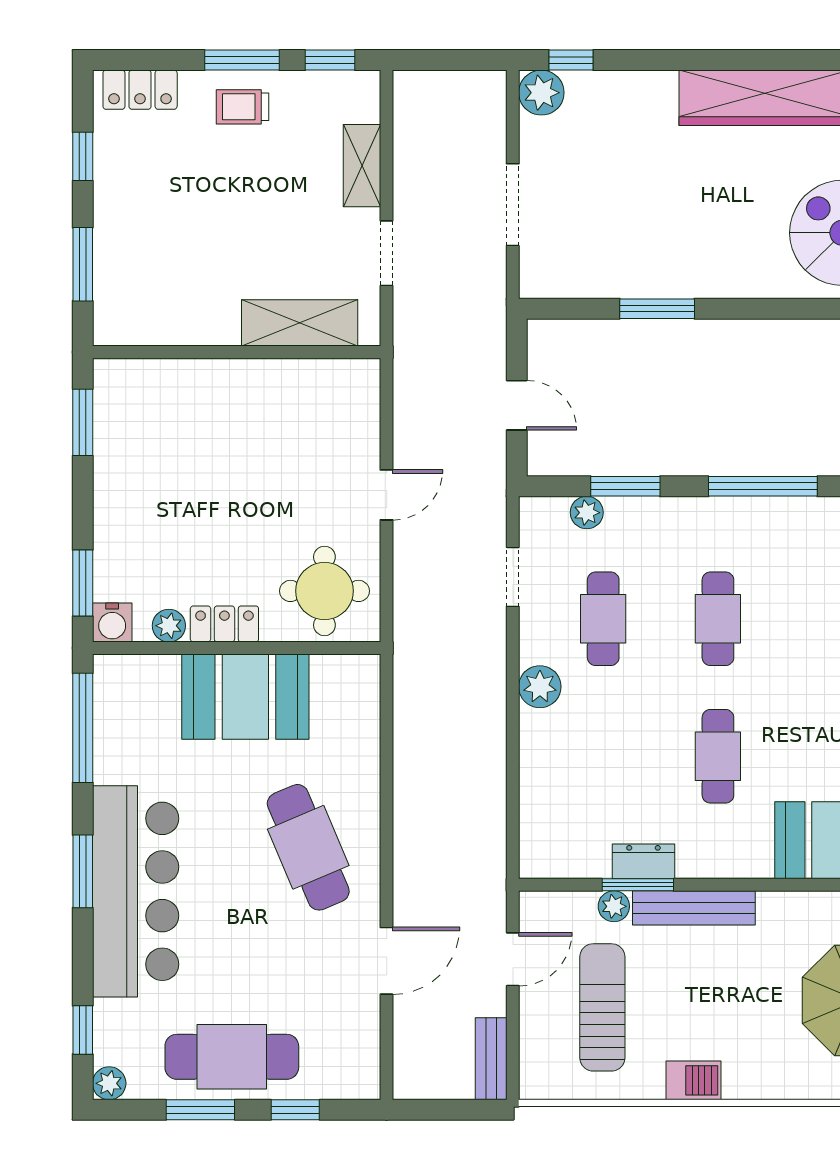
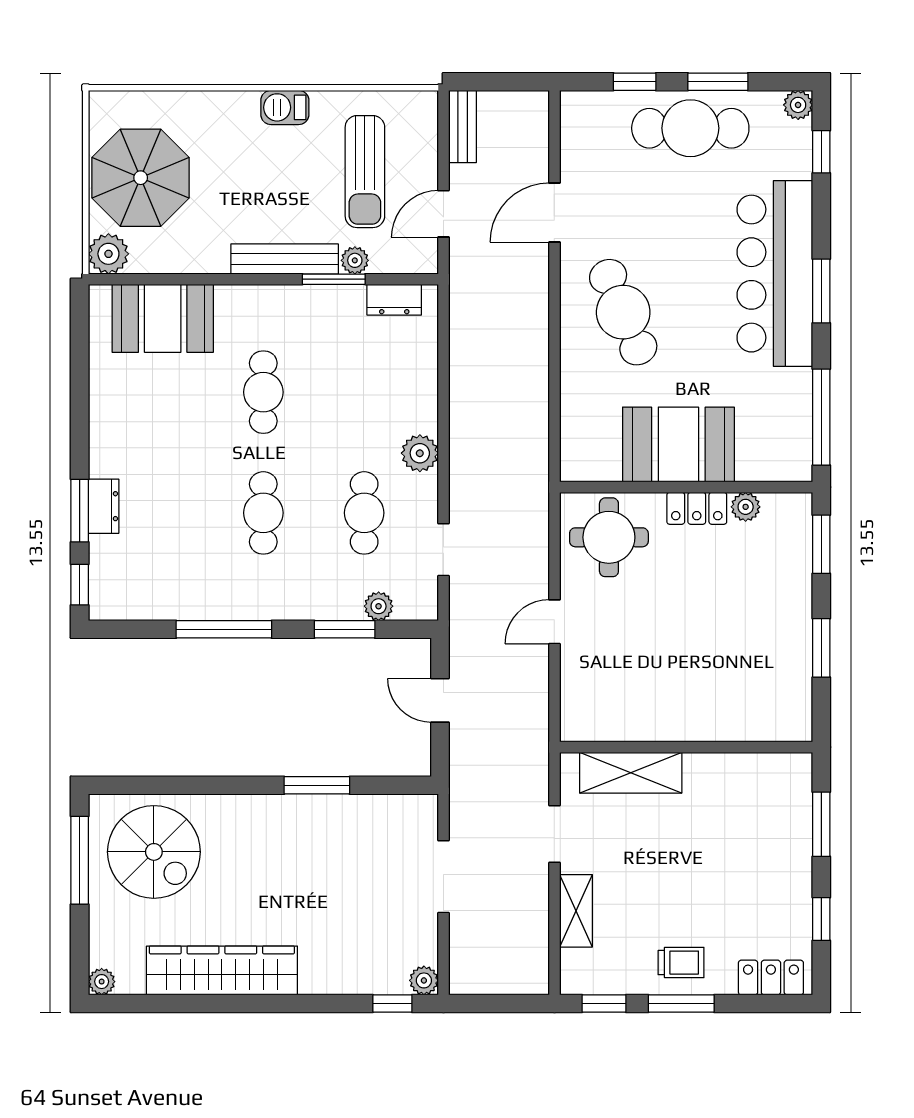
plant: (541, 93) -> (424, 980), width x0.73, depth x0.73
window: (83, 422) -> (821, 648), moved
water cooler: (112, 623) -> (795, 510), removed
dresser: (643, 861) -> (394, 300), moved

